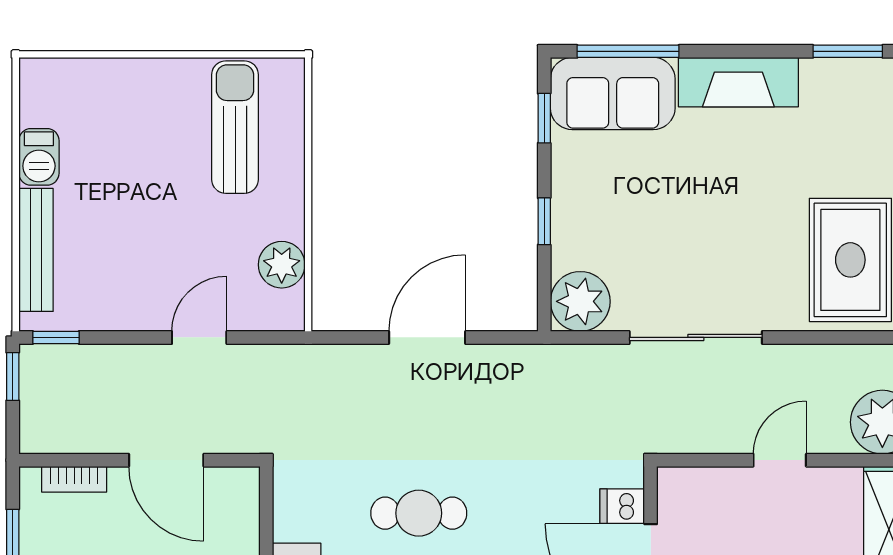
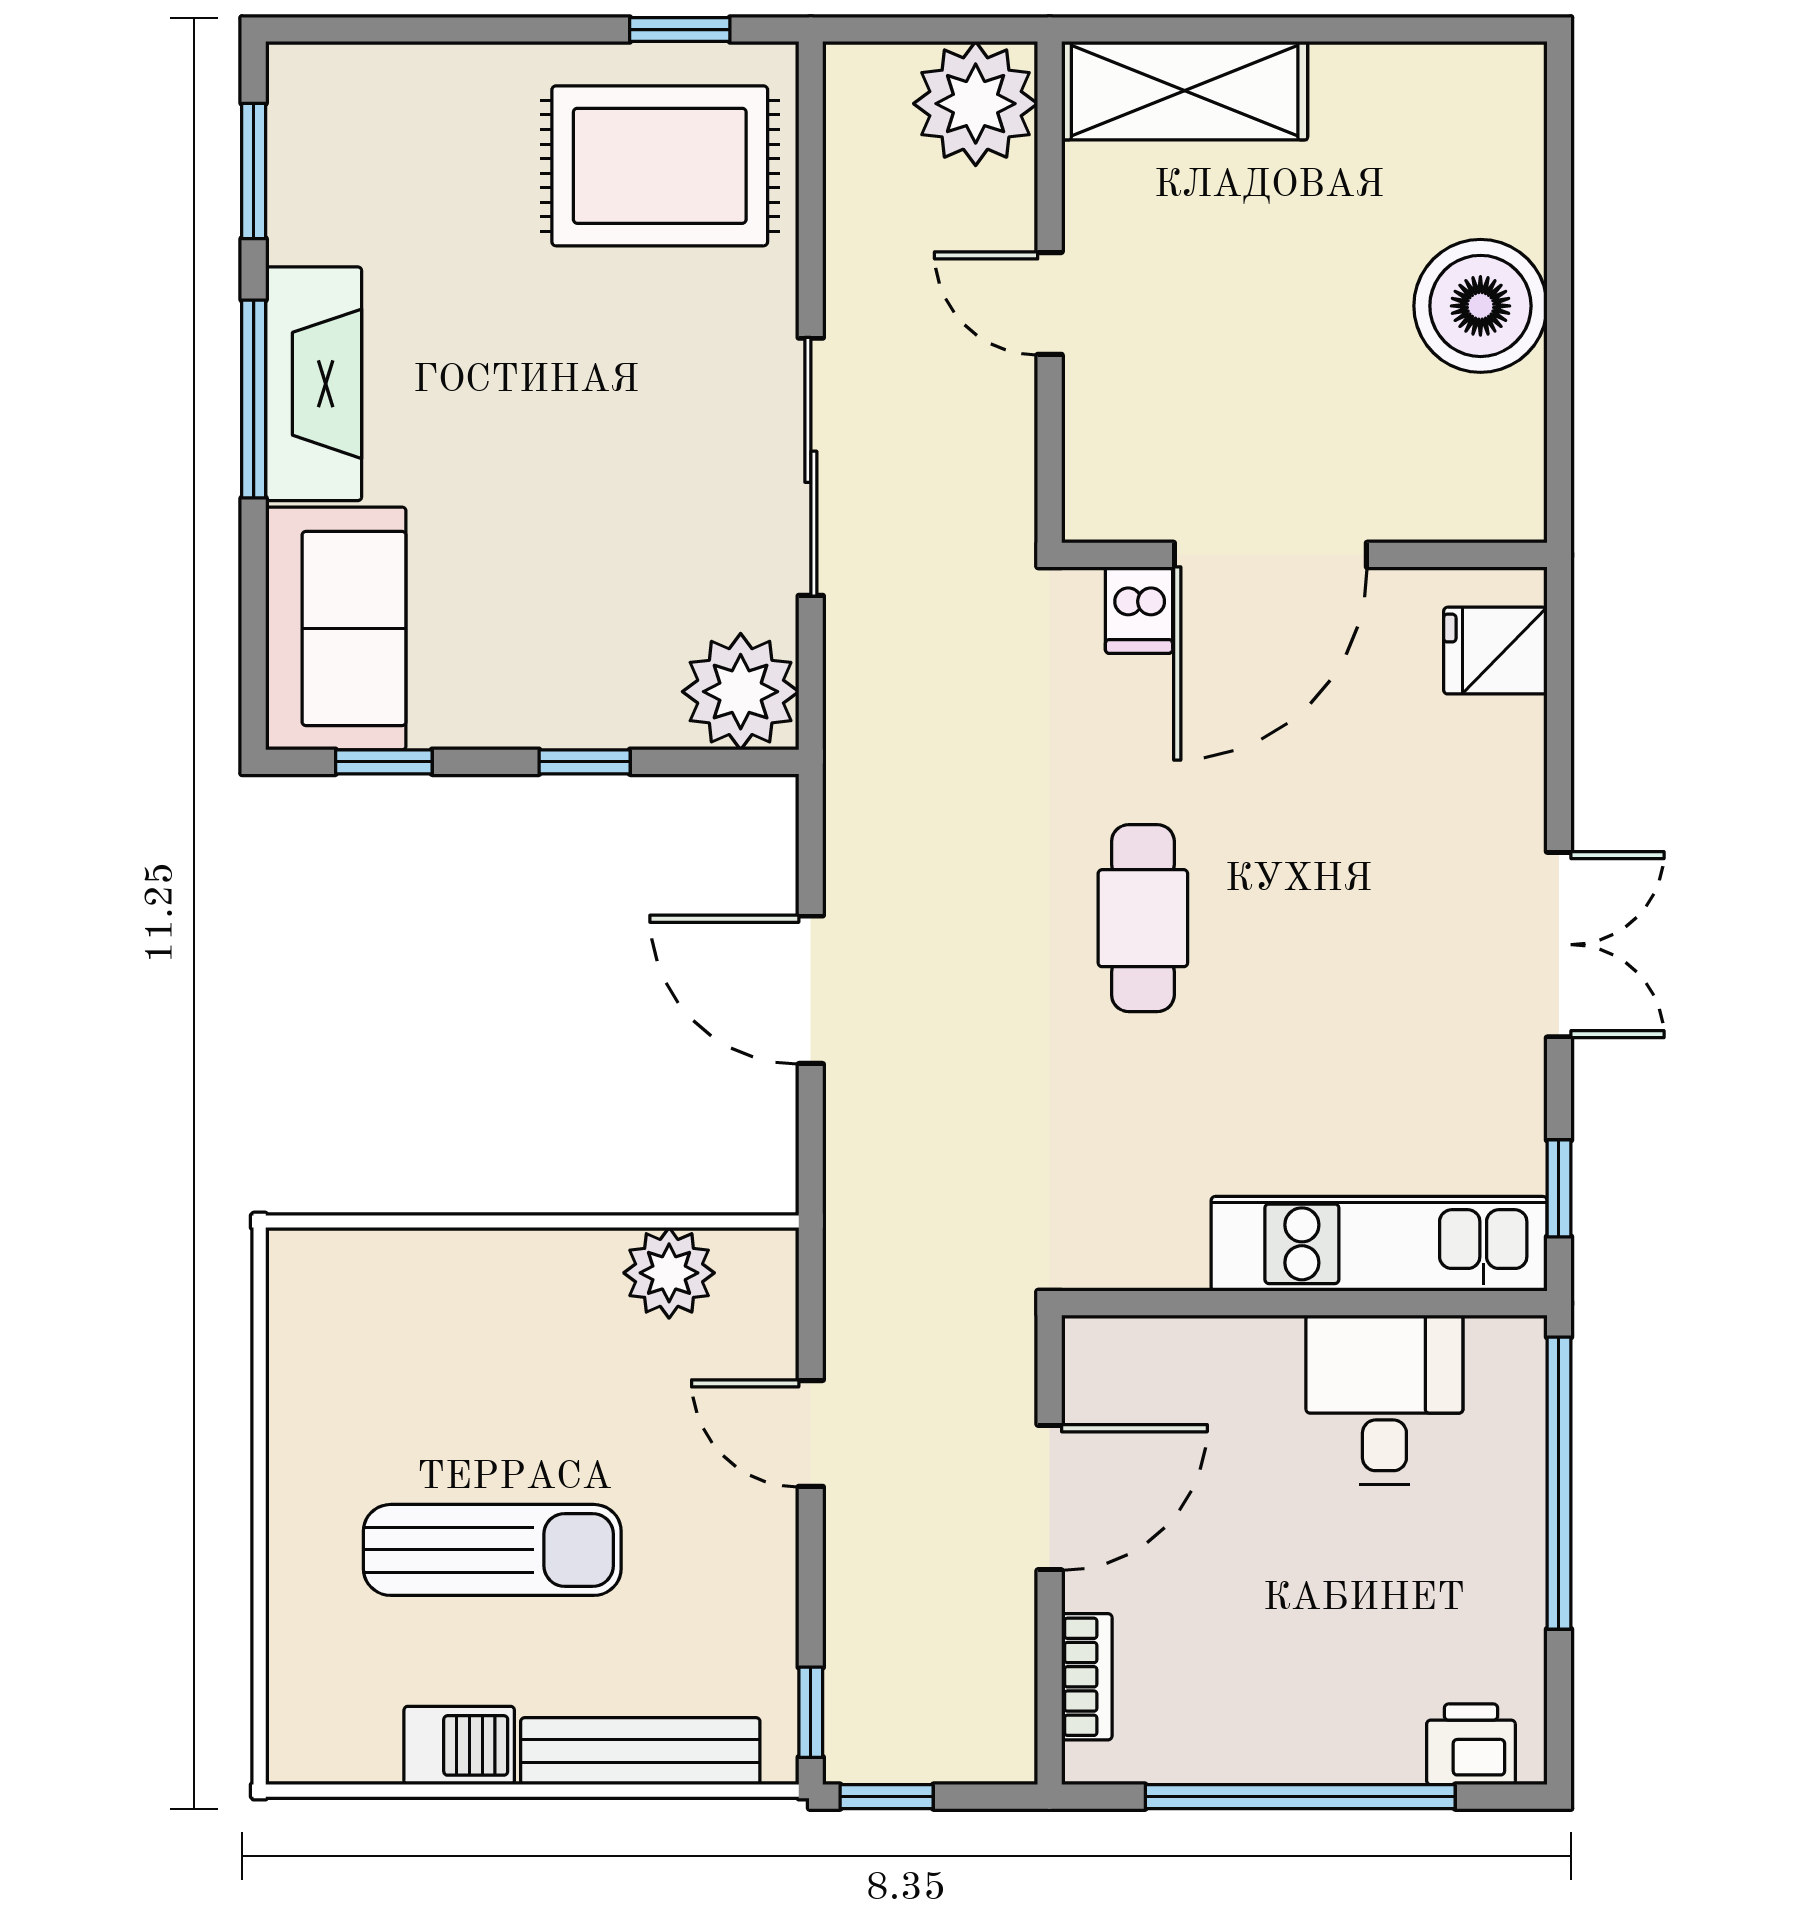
window: (628, 51) -> (254, 399), moved
sun lounger: (235, 127) -> (492, 1550), moved, turned 180
cafe table: (419, 513) -> (1143, 918), moved

